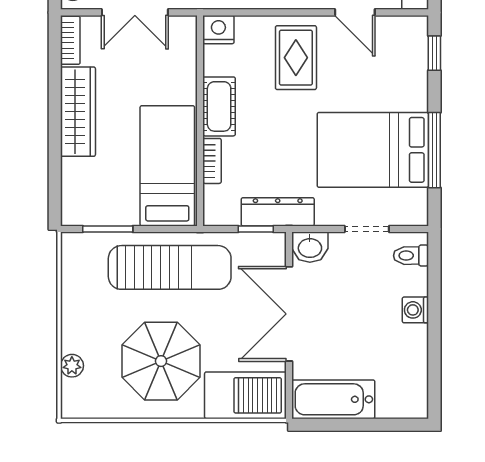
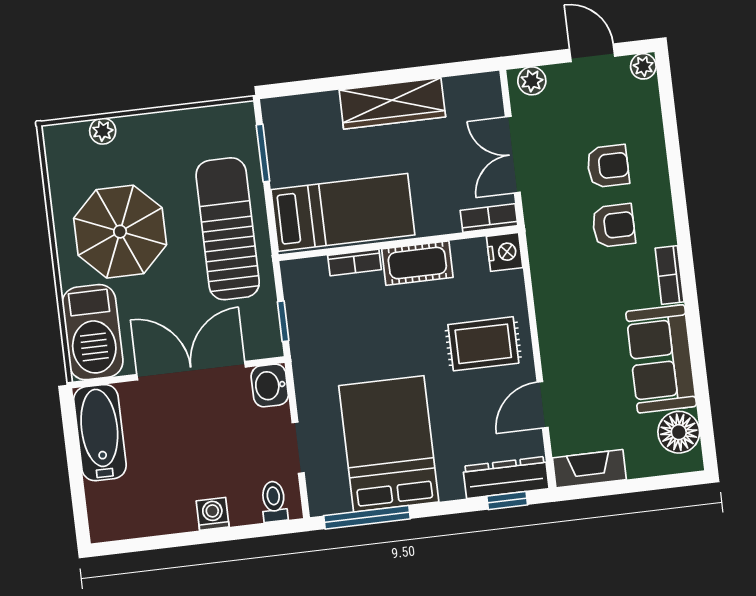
bookcase: (70, 40) -> (489, 218), moved, turned 180
window: (434, 150) -> (367, 517), moved
dresser: (278, 212) -> (506, 477), moved, turned -90
sun lounger: (170, 267) -> (228, 229), turned 180

